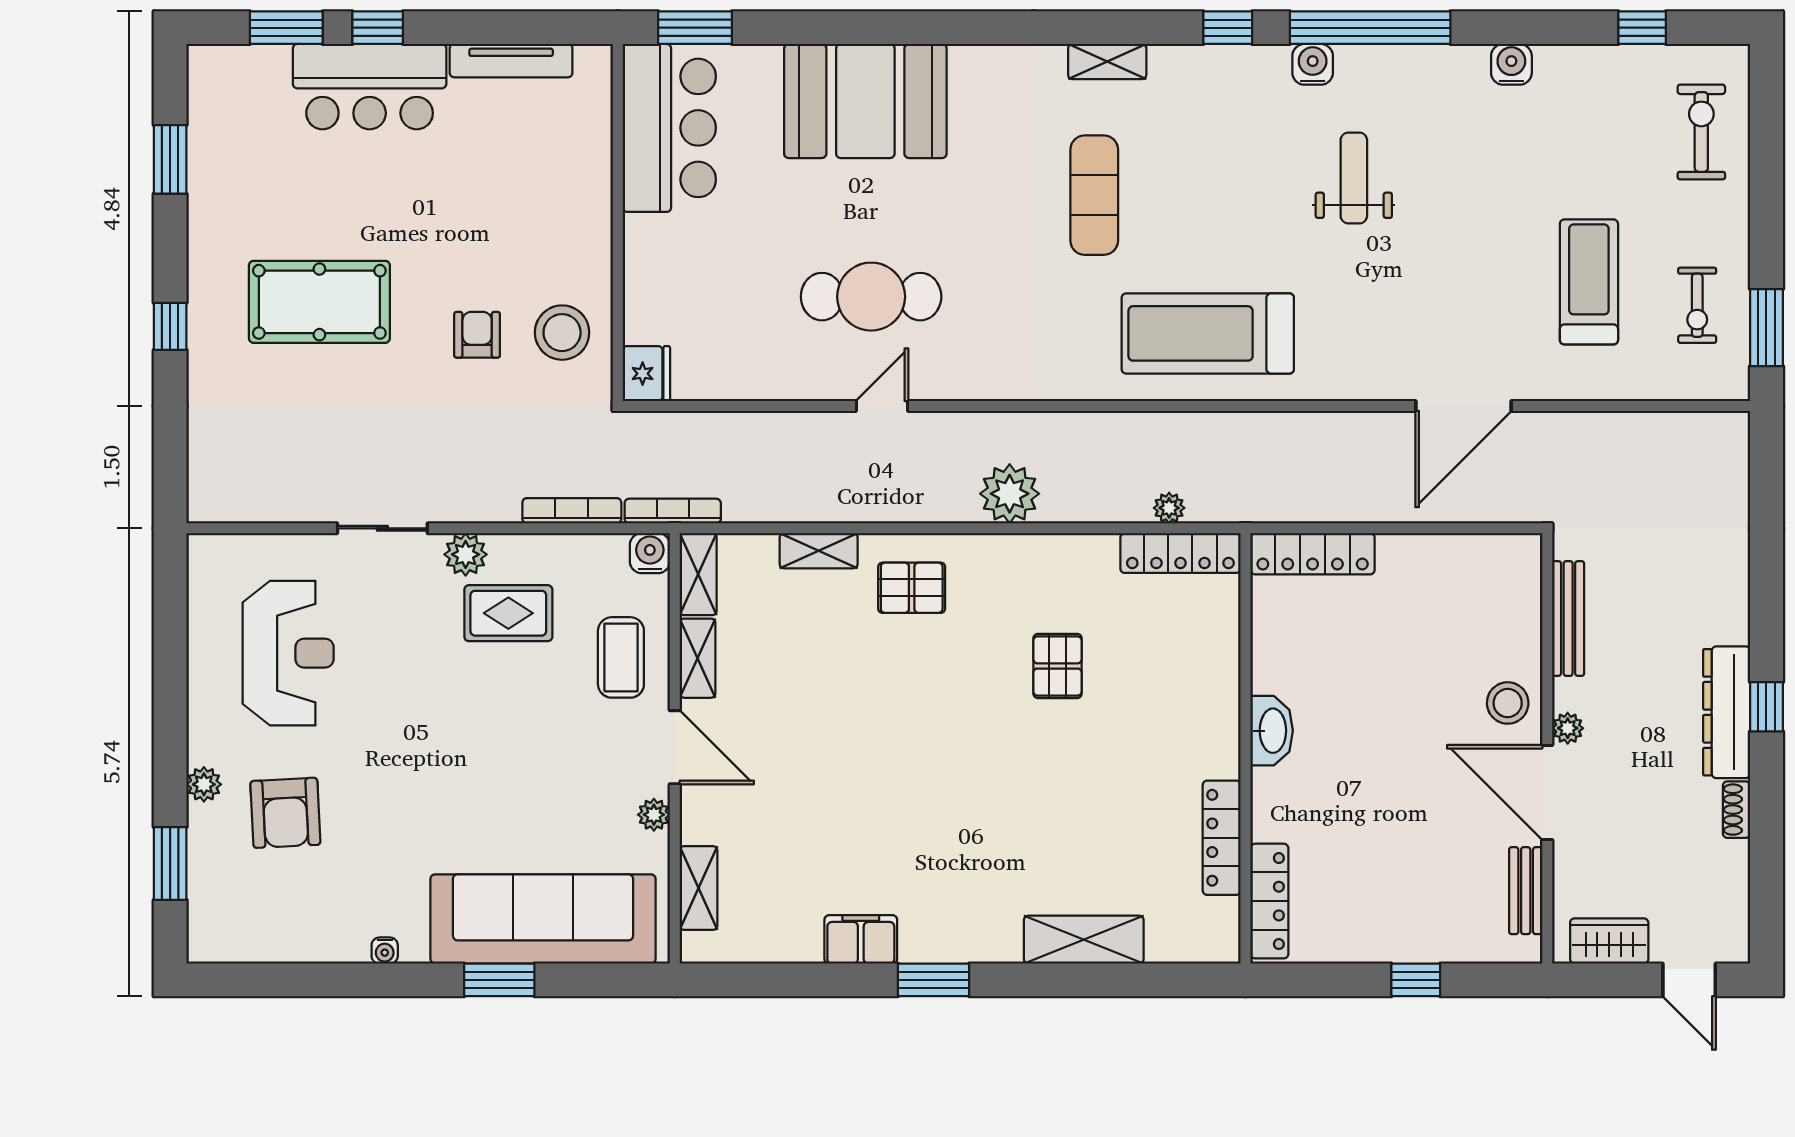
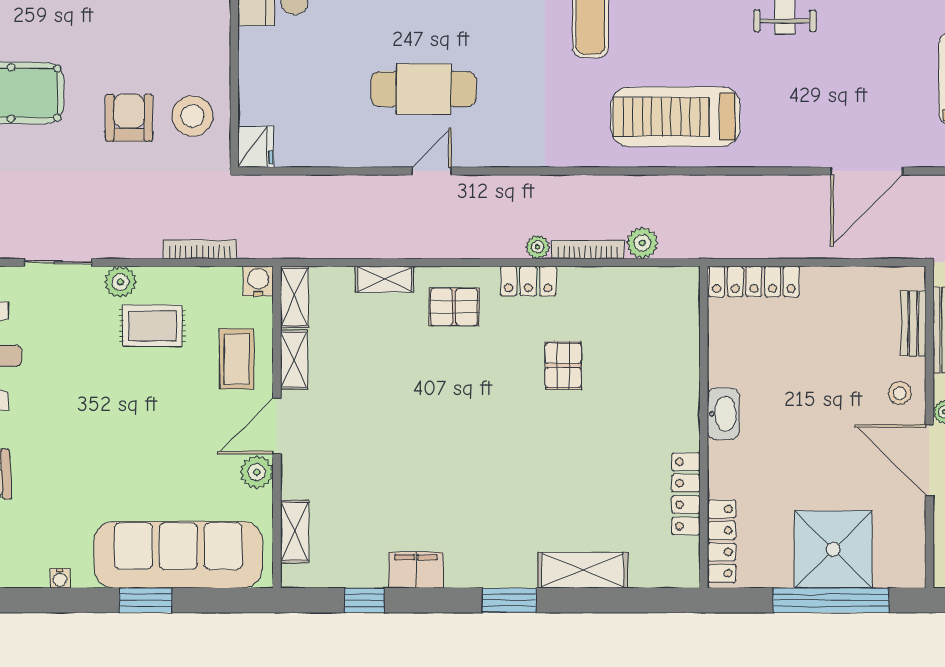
armchair: (477, 335) -> (129, 118), width x1.38, depth x1.38
plant: (1010, 494) -> (538, 247), width x0.53, depth x0.53
plant: (1169, 508) -> (642, 243), width x1.38, depth x1.38
bookcase: (673, 511) -> (588, 250), moved
locker: (1180, 553) -> (528, 281), moved, width x0.66
stool: (1508, 703) -> (900, 393), width x0.73, depth x0.73
door: (675, 747) -> (277, 426), swing flipped
plant: (654, 815) -> (257, 472), width x1.38, depth x1.38
bench: (1526, 891) -> (913, 323), moved
shower: (1419, 912) -> (833, 549), added
window: (792, 980) -> (364, 600), added
window: (933, 980) -> (509, 600), moved
window: (1416, 980) -> (831, 600), width x3.17

